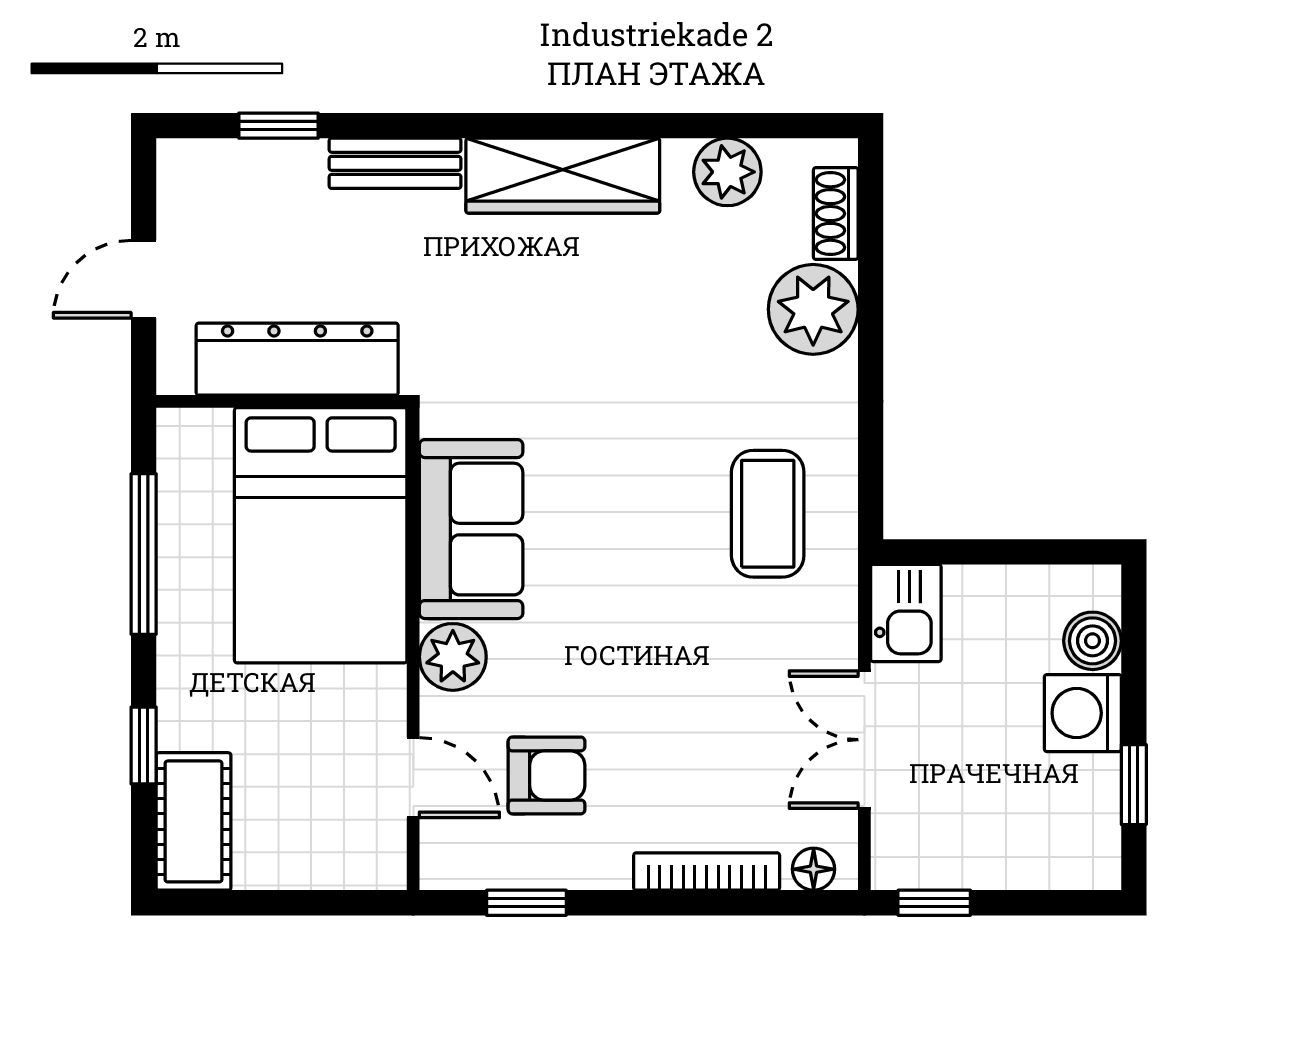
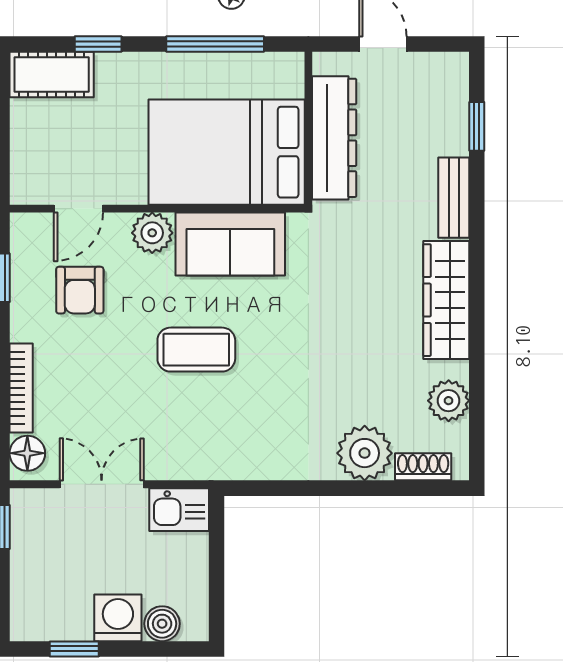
coffee table: (768, 514) -> (196, 350), moved
floor lamp: (814, 869) -> (27, 453), width x1.37, depth x1.37

